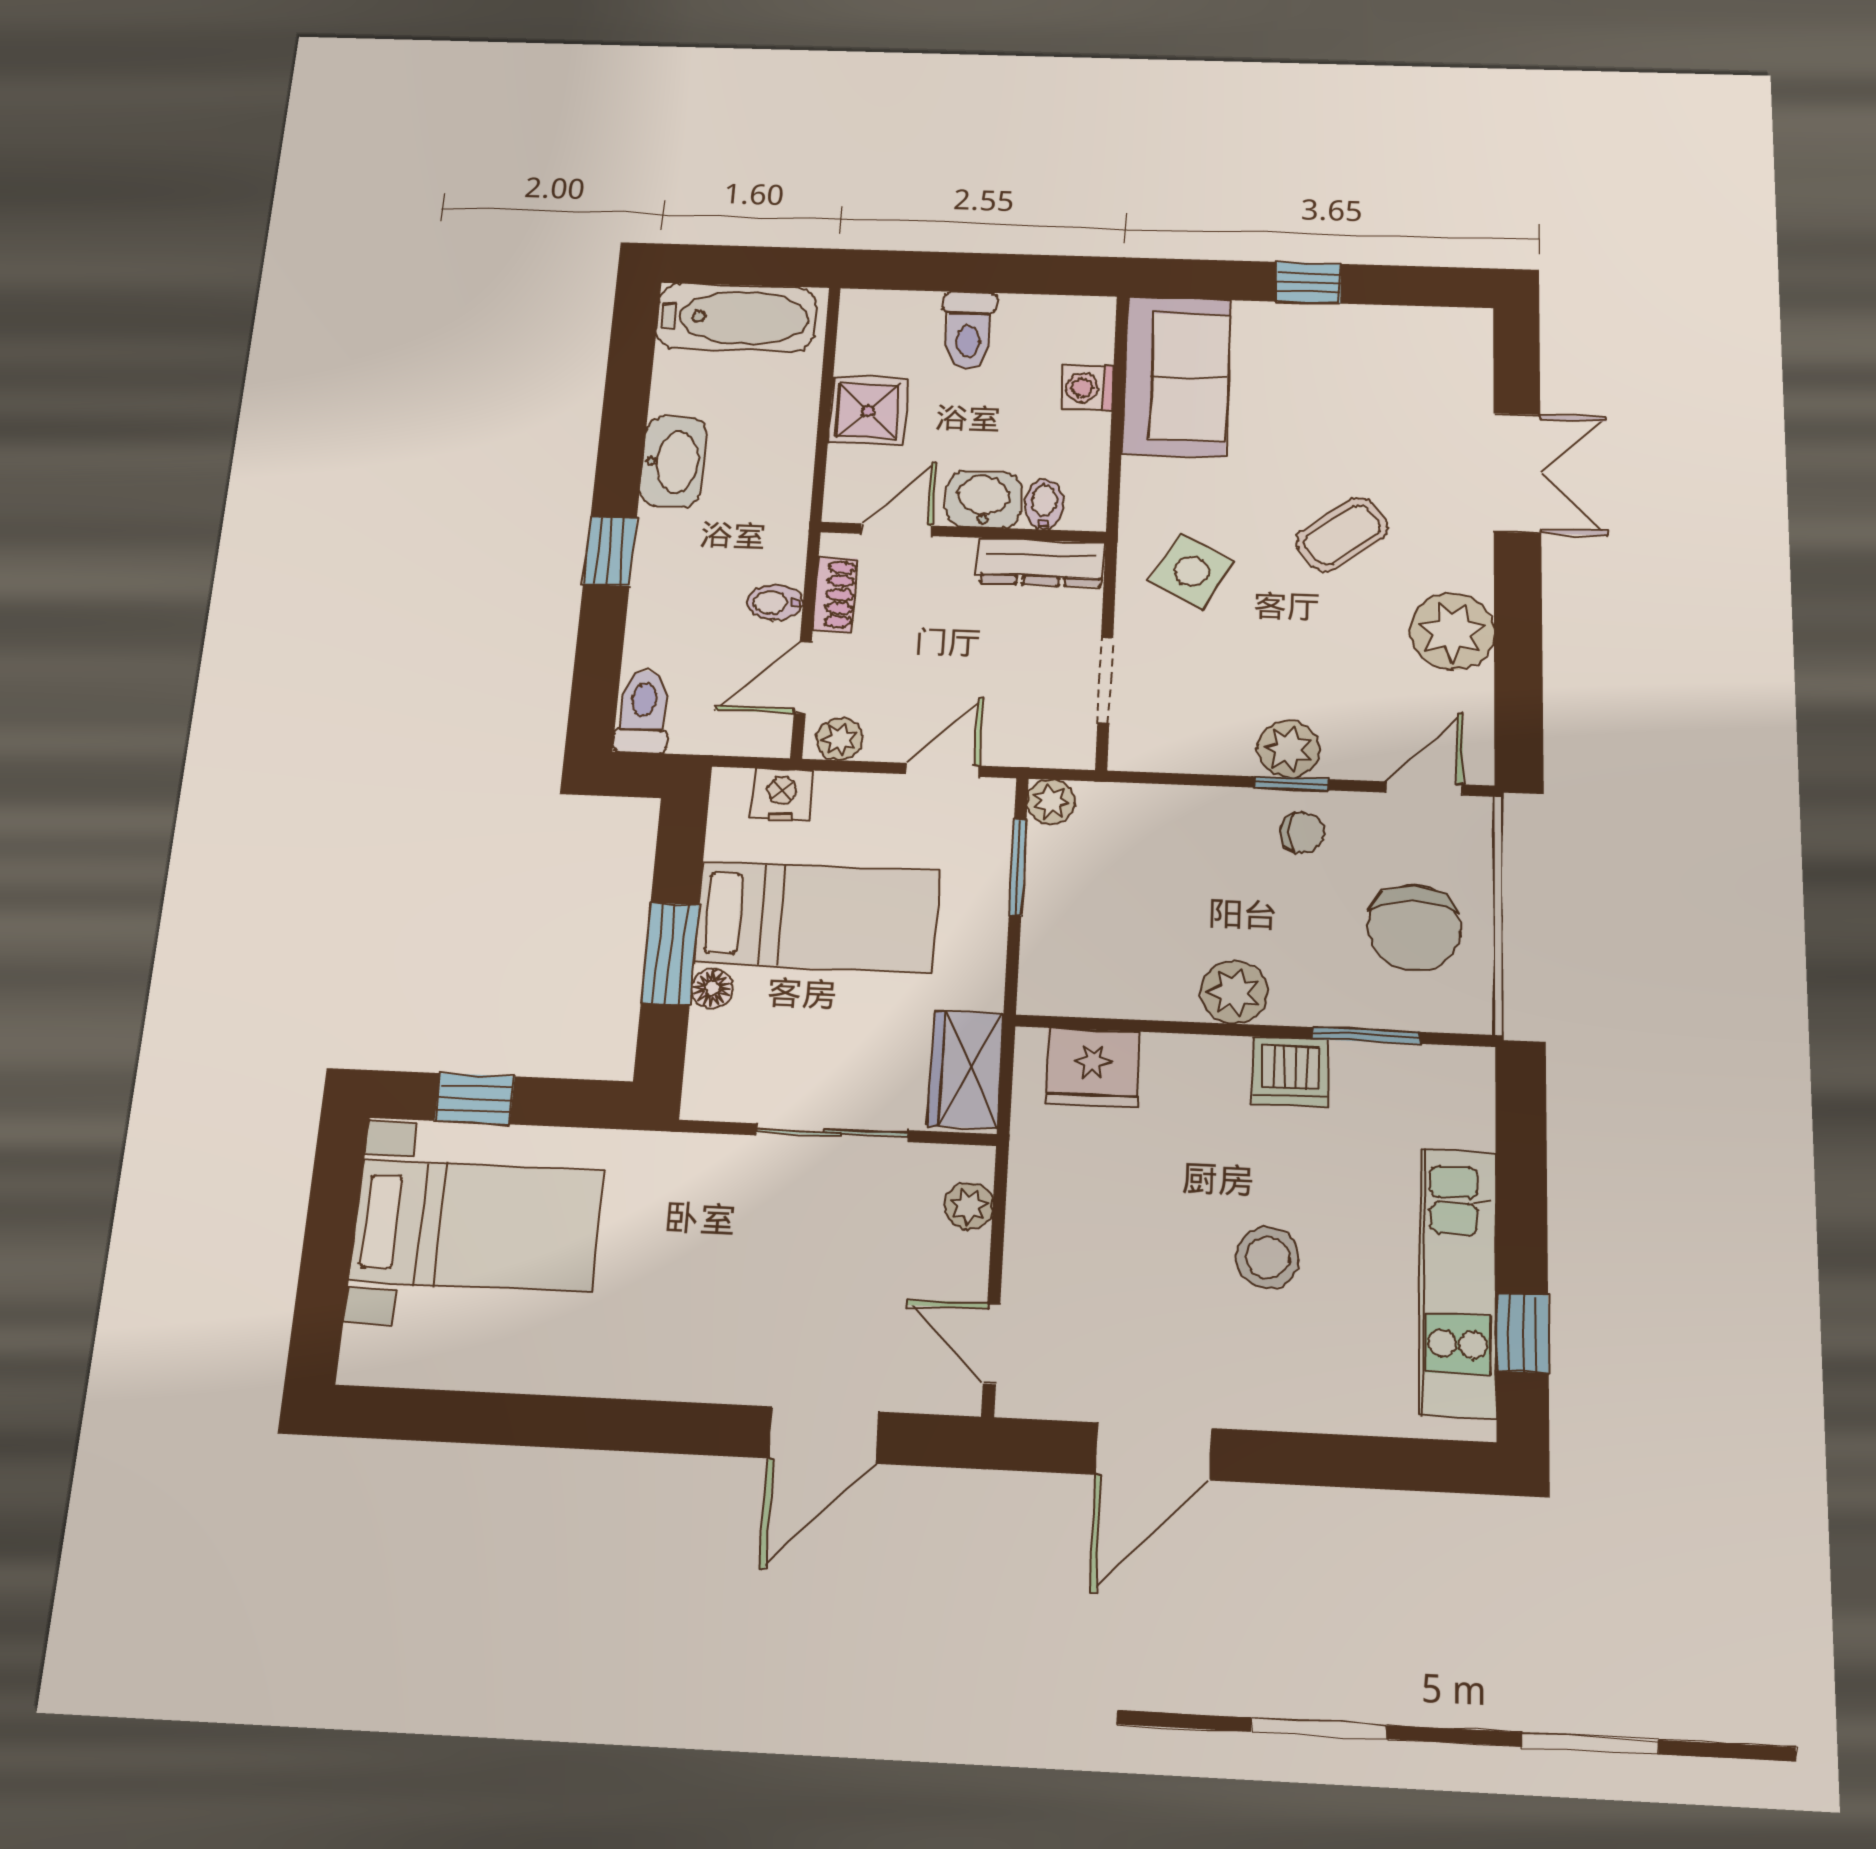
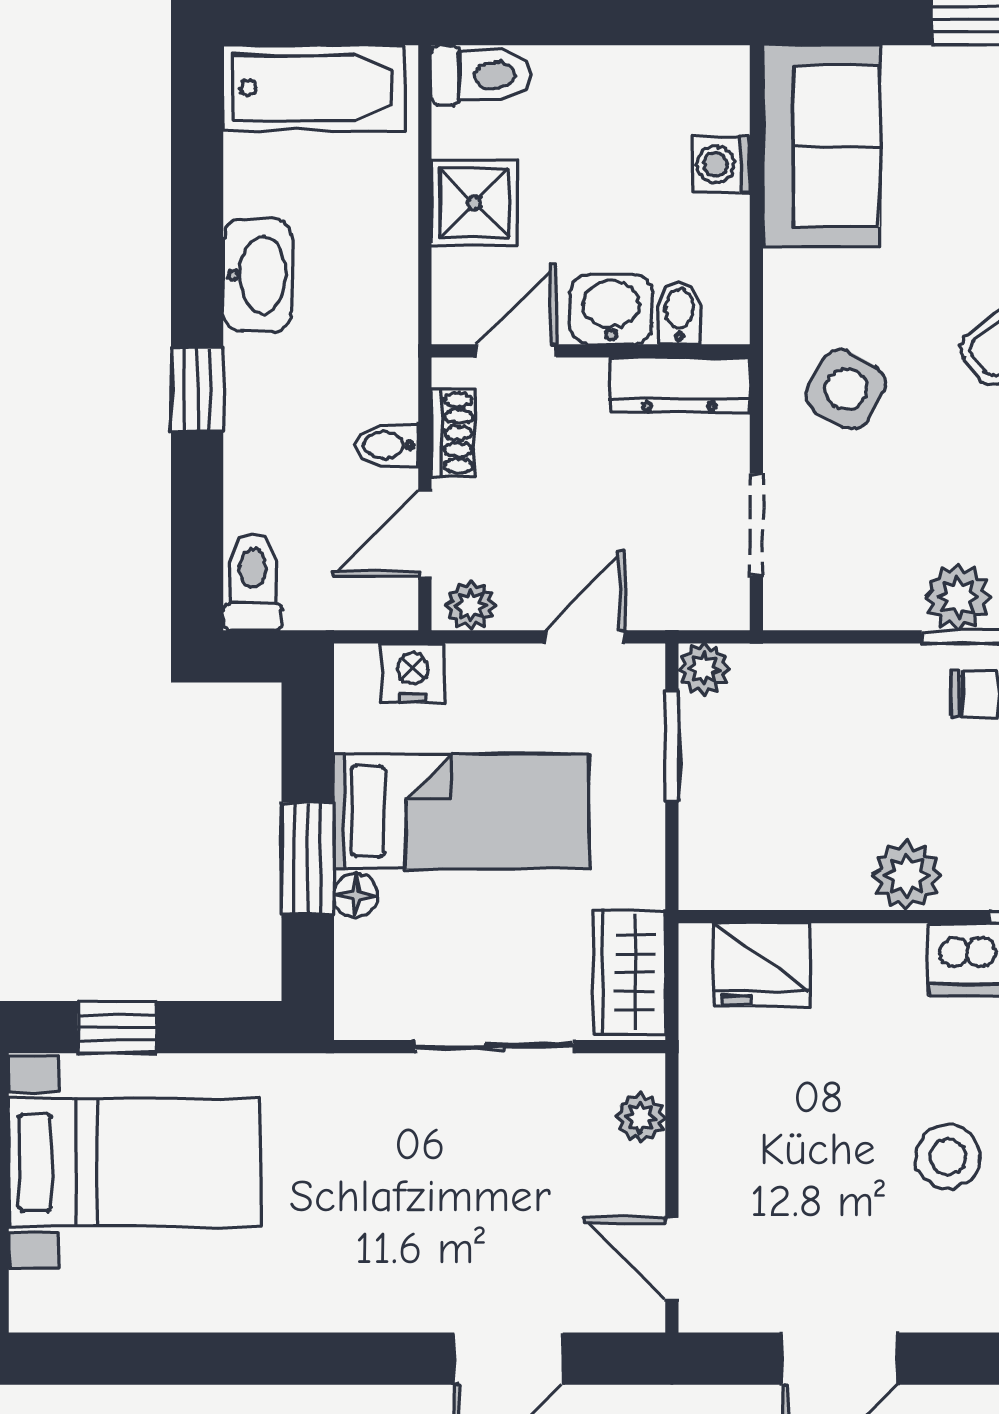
toilet: (968, 330) -> (481, 75), moved, turned -90

